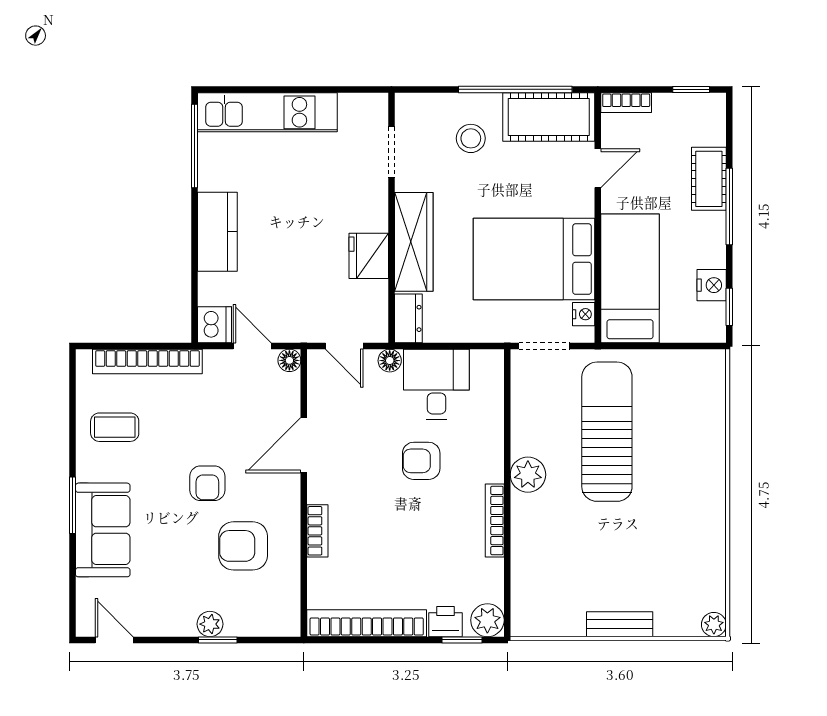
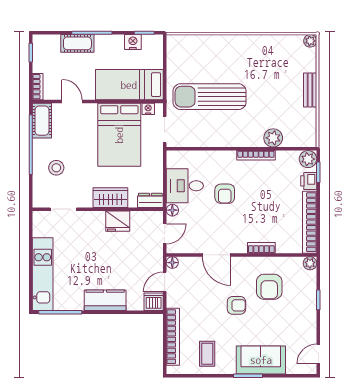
cot: (549, 117) -> (42, 121), width x0.73, depth x0.75
wardrobe: (414, 242) -> (110, 198), width x0.67
plant: (528, 475) -> (273, 138), moved
plant: (210, 624) -> (310, 263), moved

